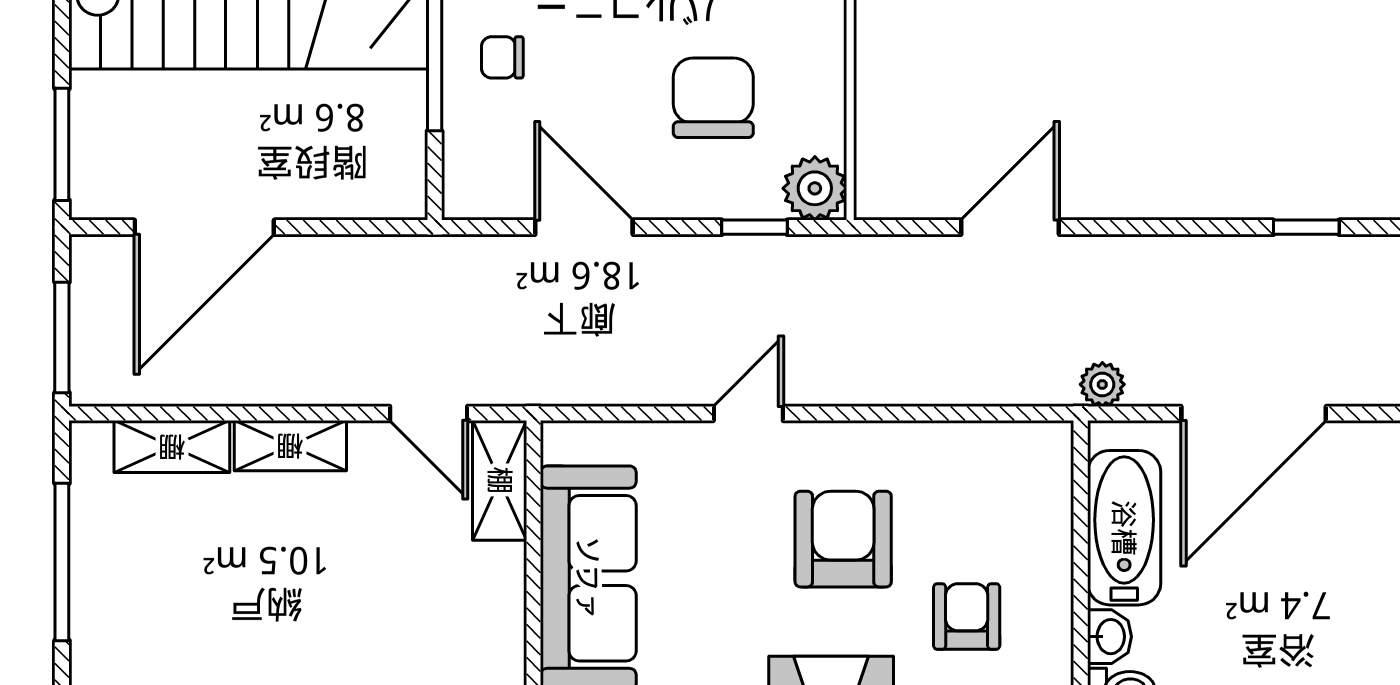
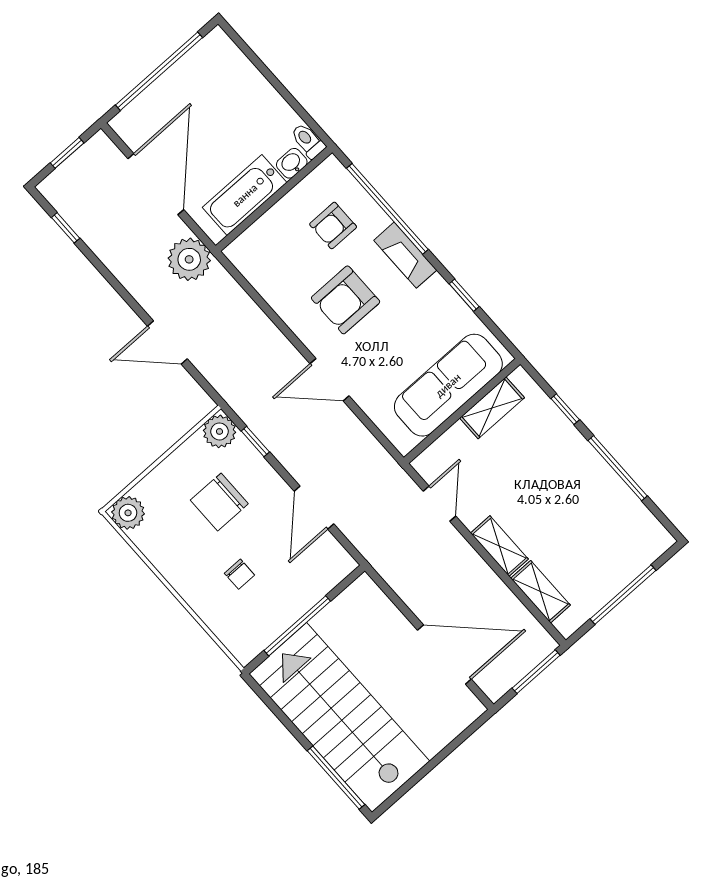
chair: (502, 57) -> (239, 574), moved
window: (62, 144) -> (461, 738), removed
plant: (1102, 384) -> (189, 259), width x1.88, depth x1.88
door: (748, 414) -> (330, 380), width x1.38
door: (1254, 414) -> (156, 184), hinge flipped
shelving: (500, 480) -> (492, 408), moved

